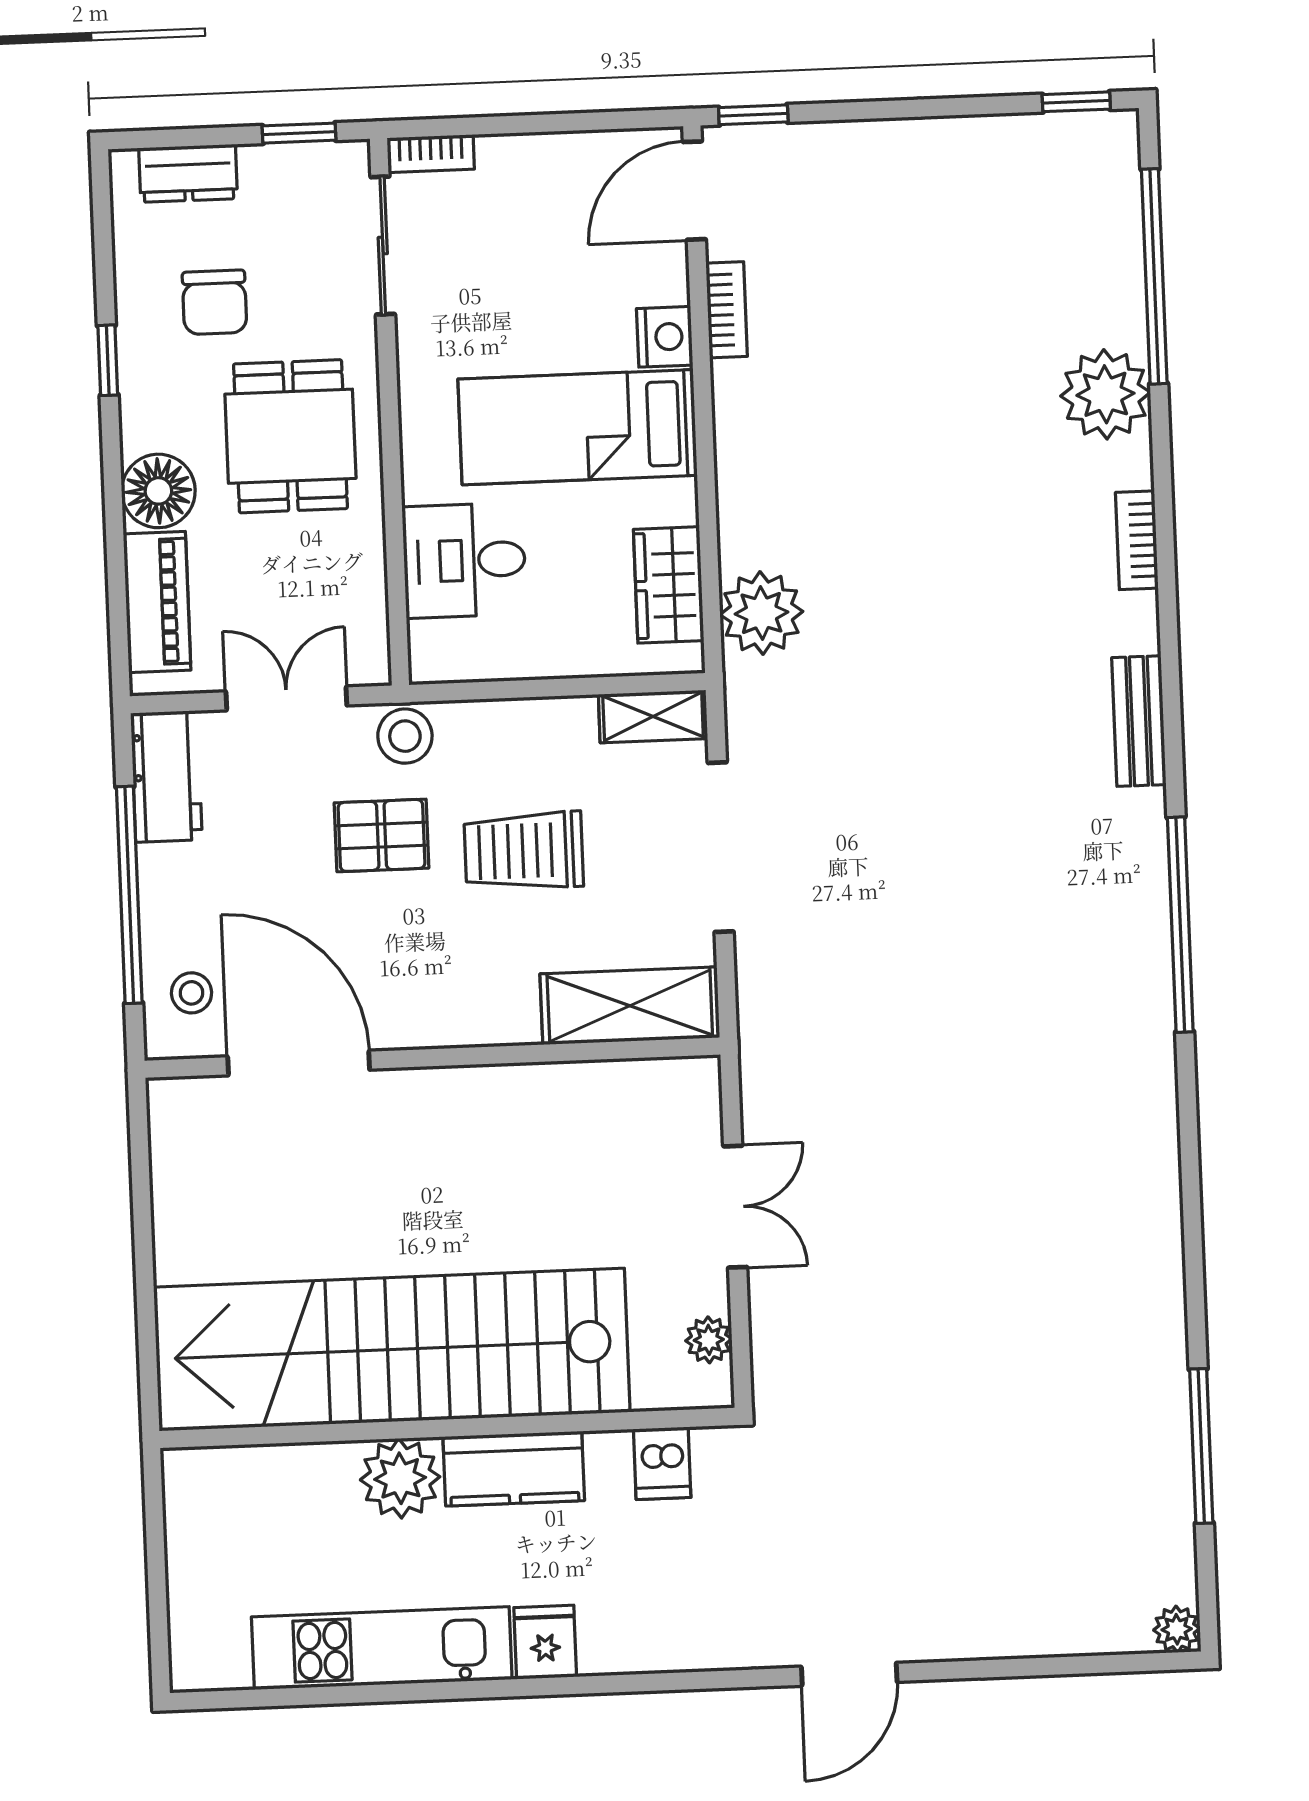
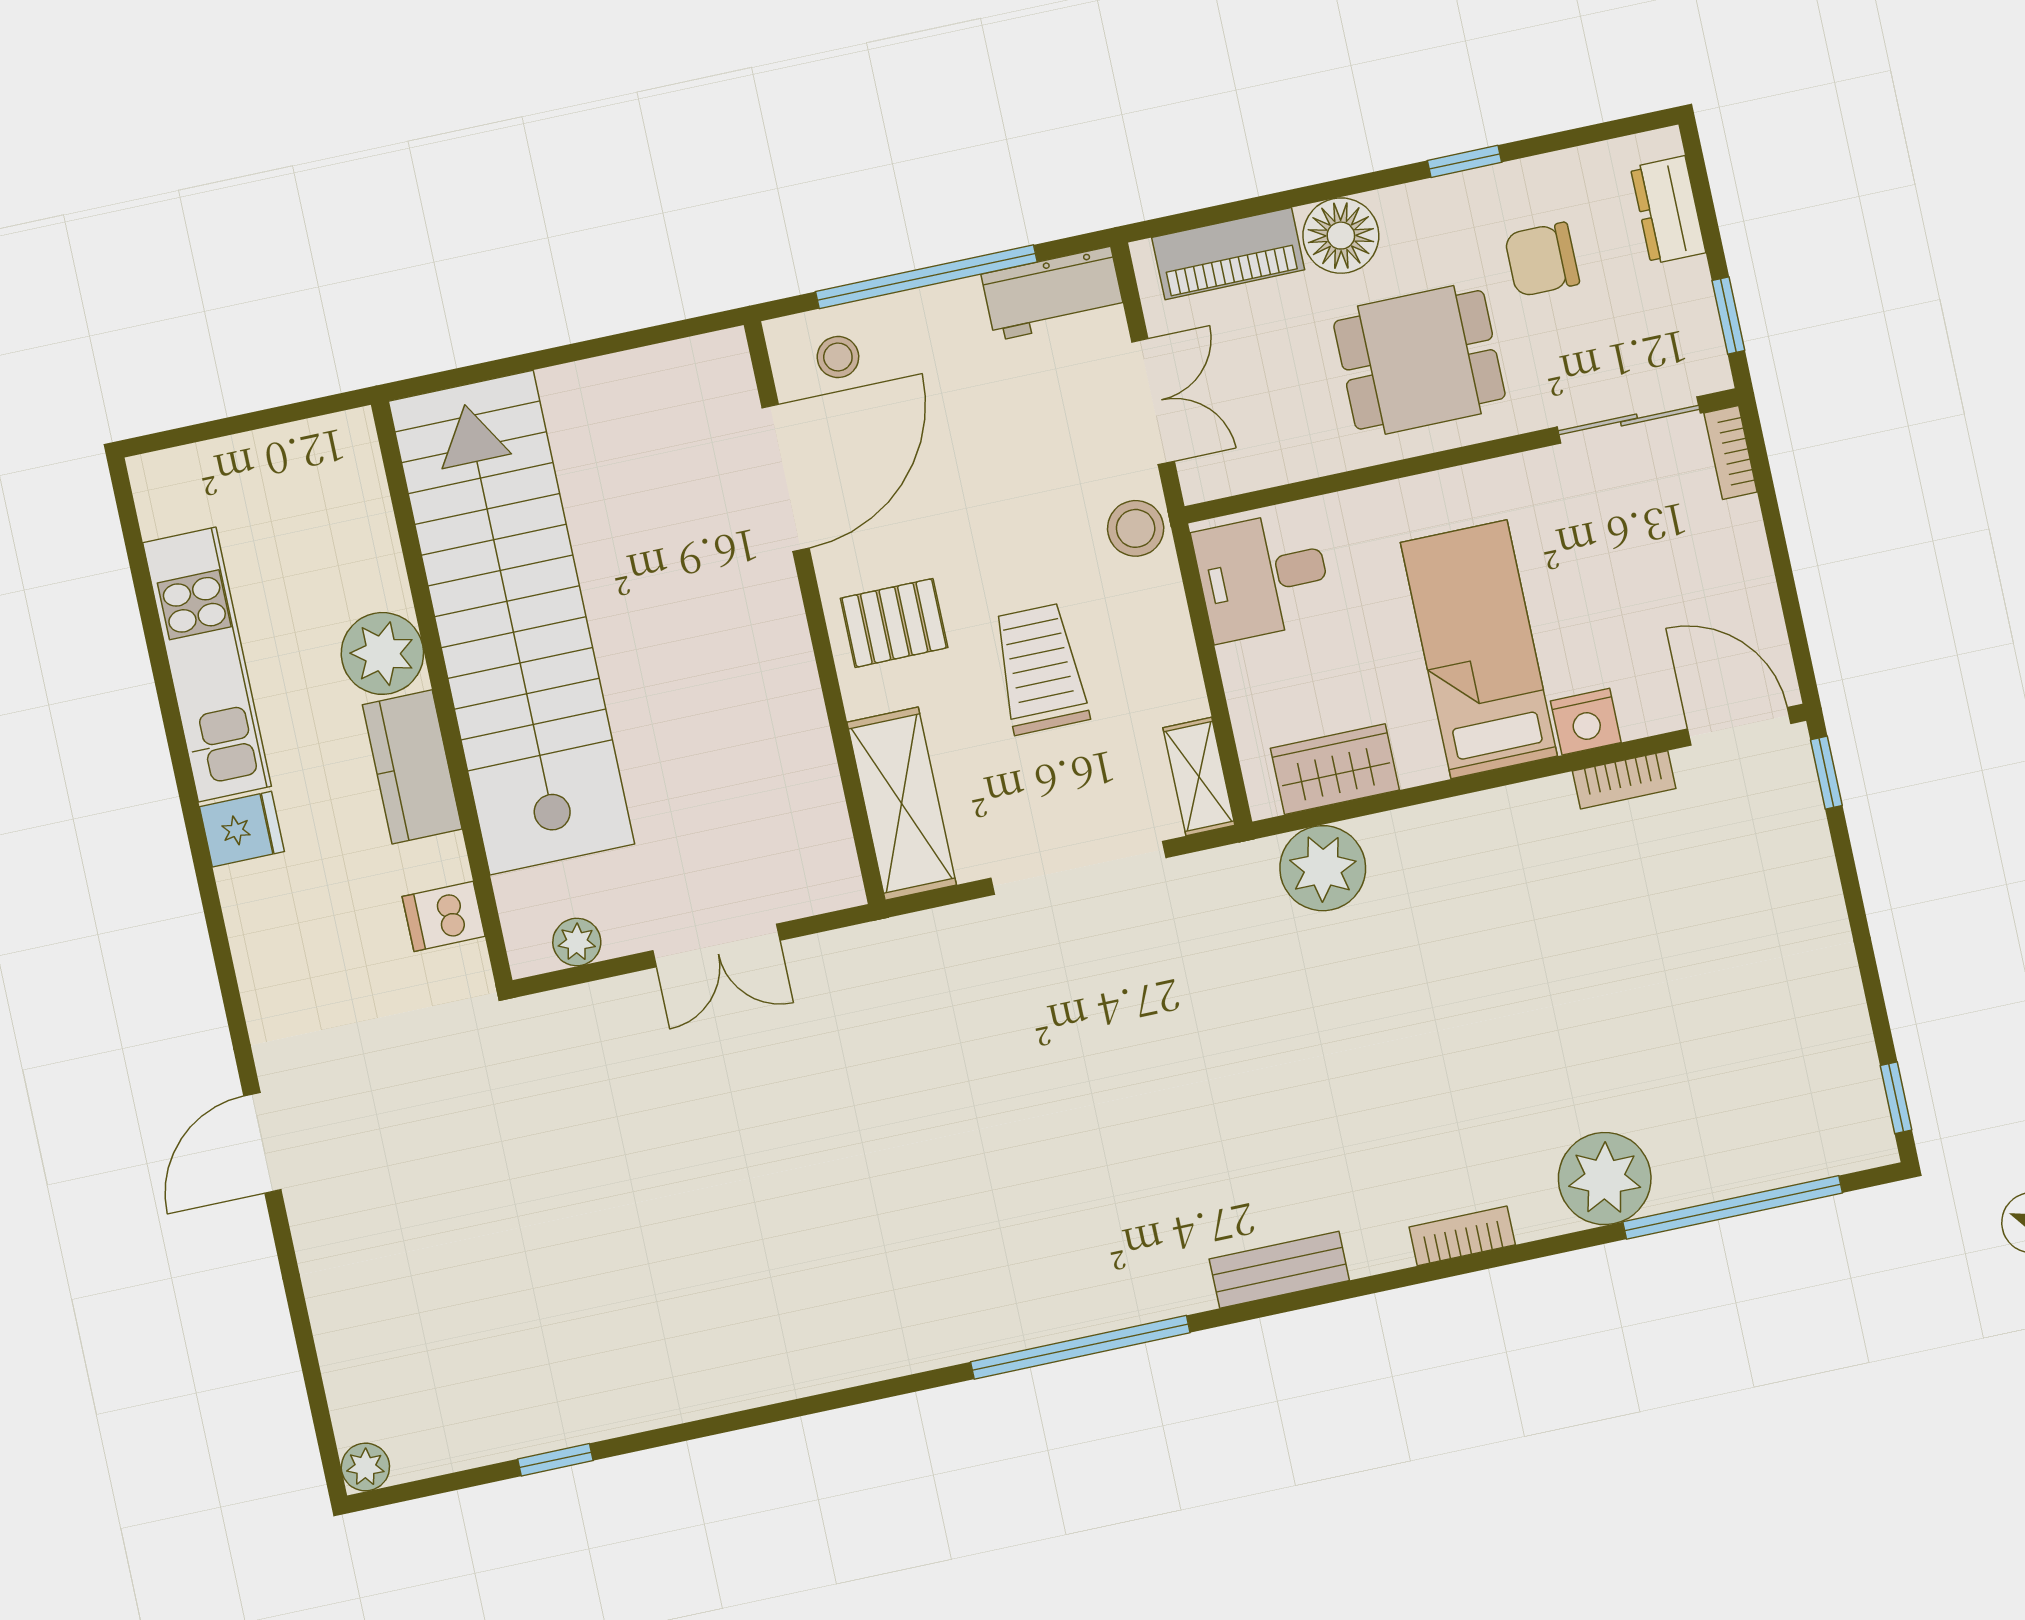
desk: (464, 560) -> (1263, 576), moved, turned -90
pallet: (381, 835) -> (894, 623), moved, turned 90
window: (1201, 1446) -> (555, 1460), width x0.46
door: (849, 1674) -> (262, 1143), hinge flipped

